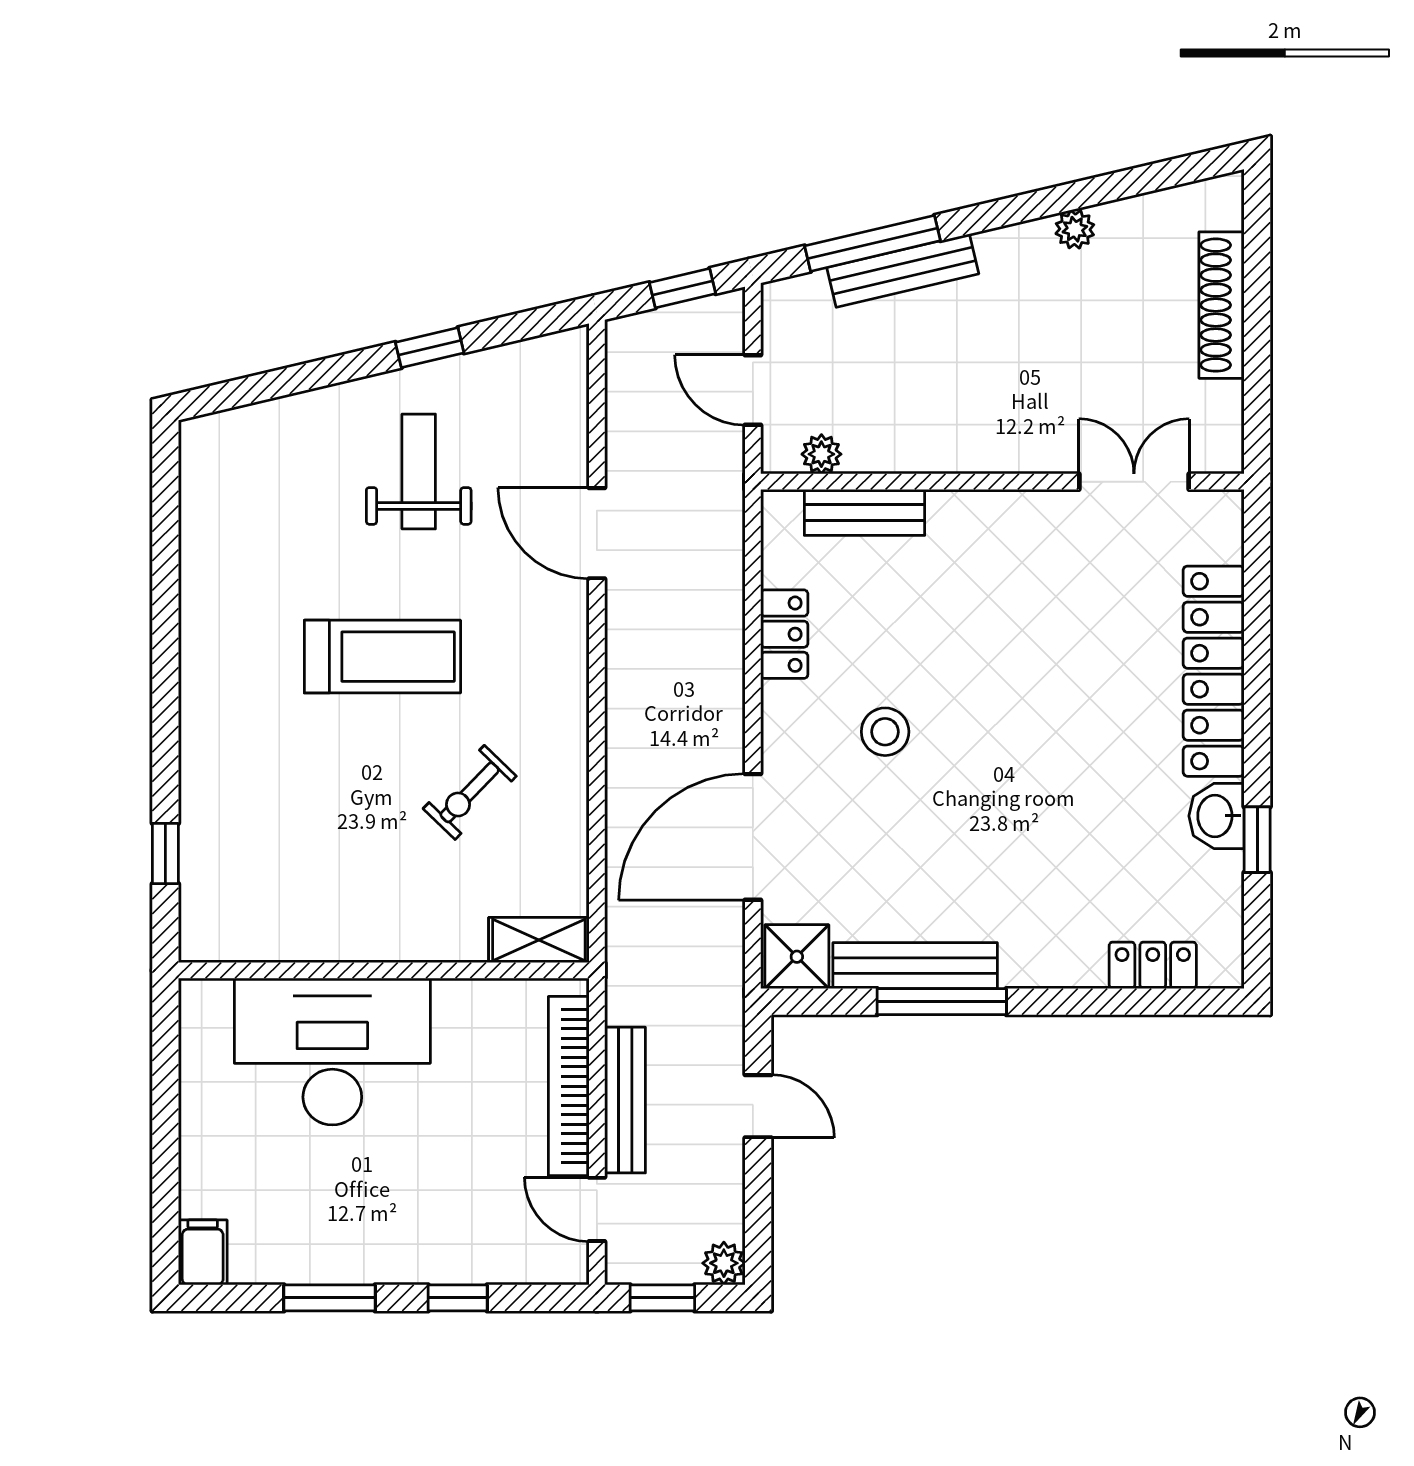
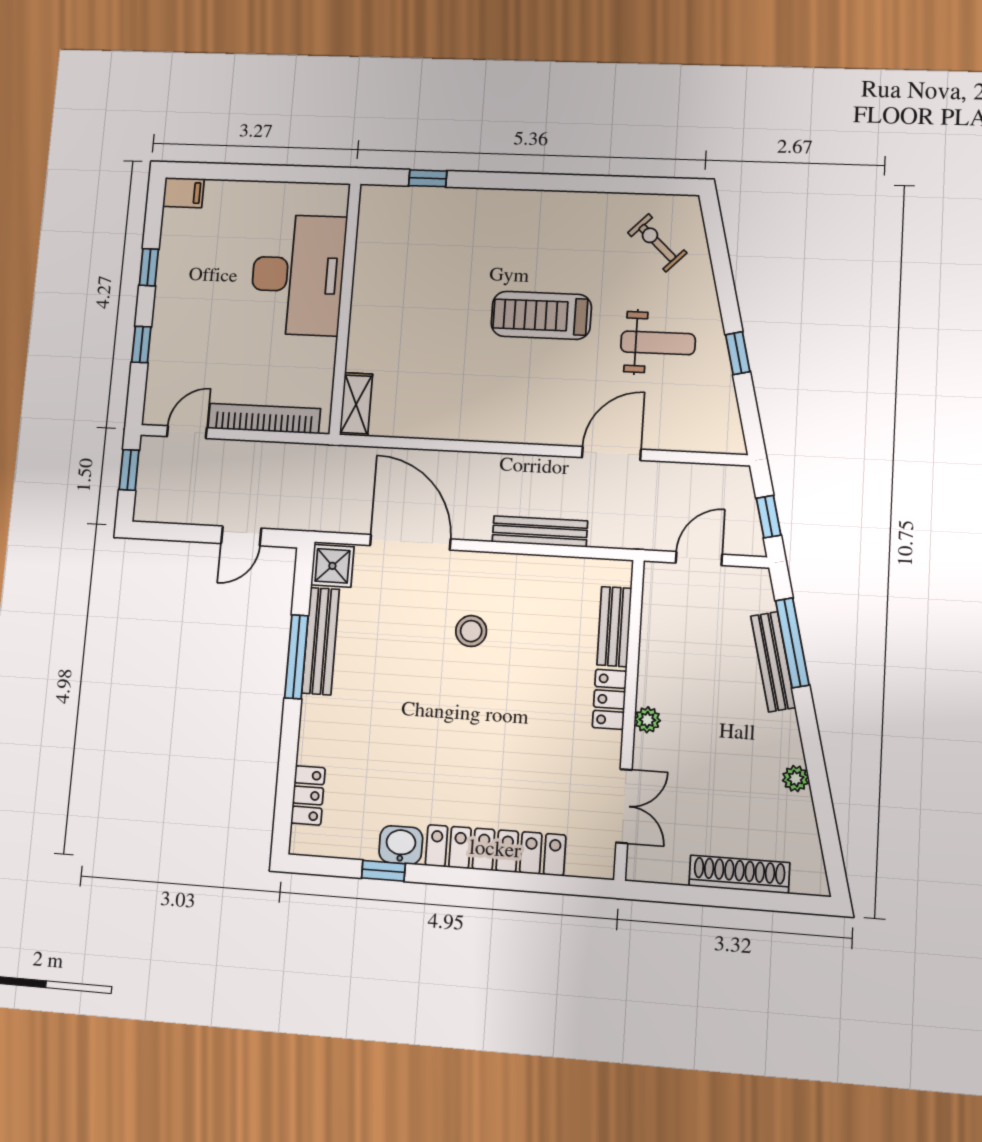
plant: (821, 454) -> (647, 720), moved
locker: (784, 634) -> (609, 699), moved, turned 90
treadmill: (382, 657) -> (541, 315), turned 90
exercise bike: (470, 792) -> (657, 243), moved
bench: (625, 1100) -> (540, 531), moved
plant: (724, 1263) -> (147, 509), removed
window: (329, 1298) -> (149, 267), width x0.67

